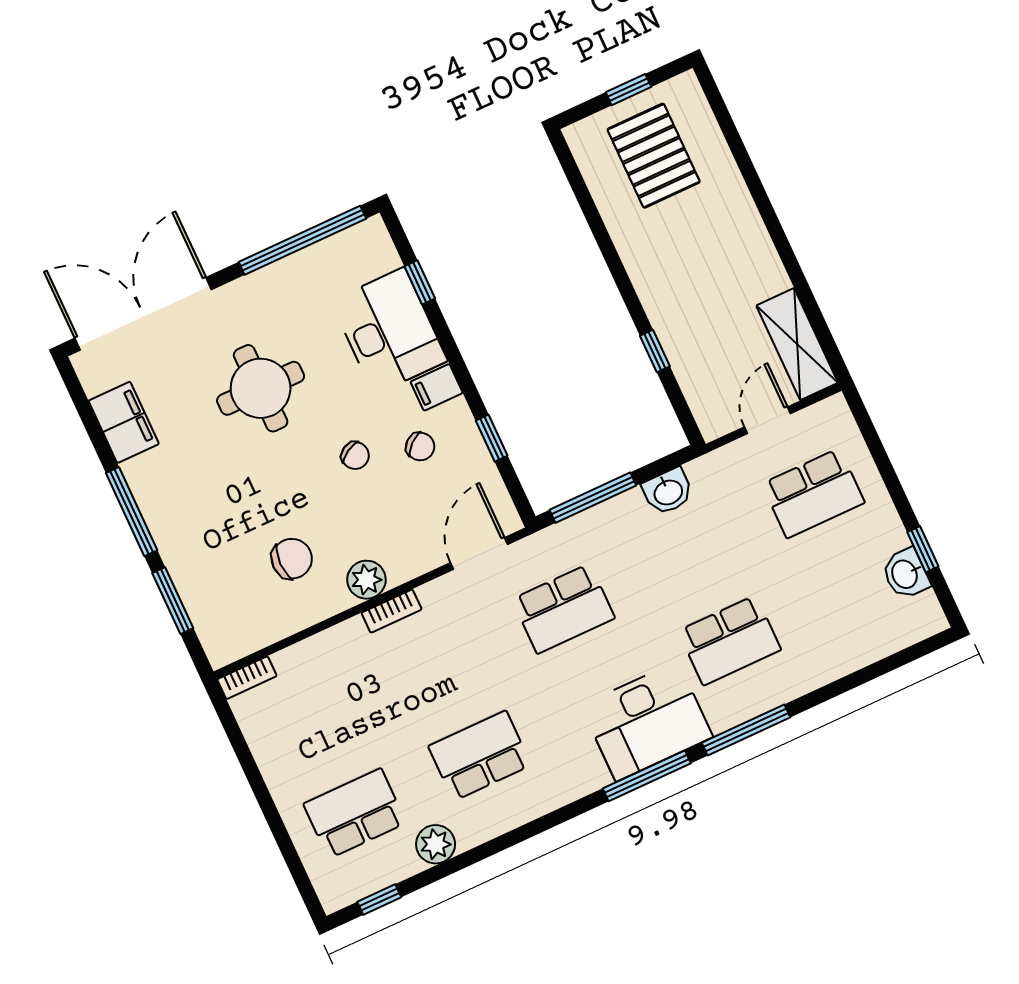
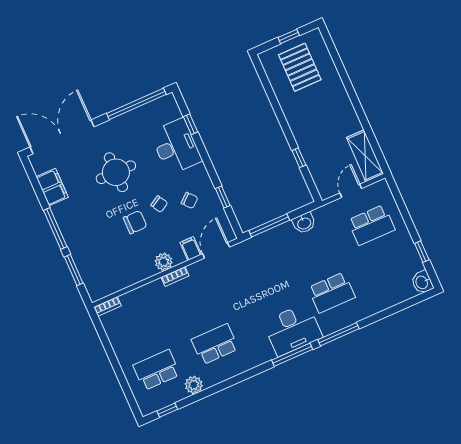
filing cabinet: (437, 387) -> (191, 249), moved, turned 90
chair: (292, 559) -> (135, 222), moved
washbasin: (906, 574) -> (422, 282), moved
school desk: (563, 609) -> (255, 277), removed

